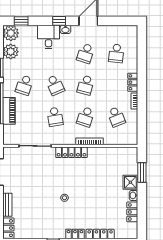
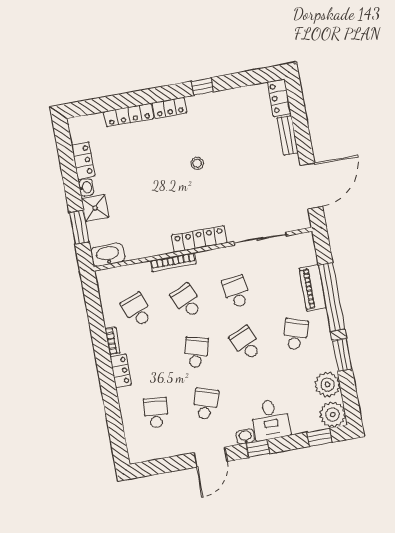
school desk: (86, 117) -> (187, 301), turned -42
washbasin: (128, 153) -> (108, 255), added

